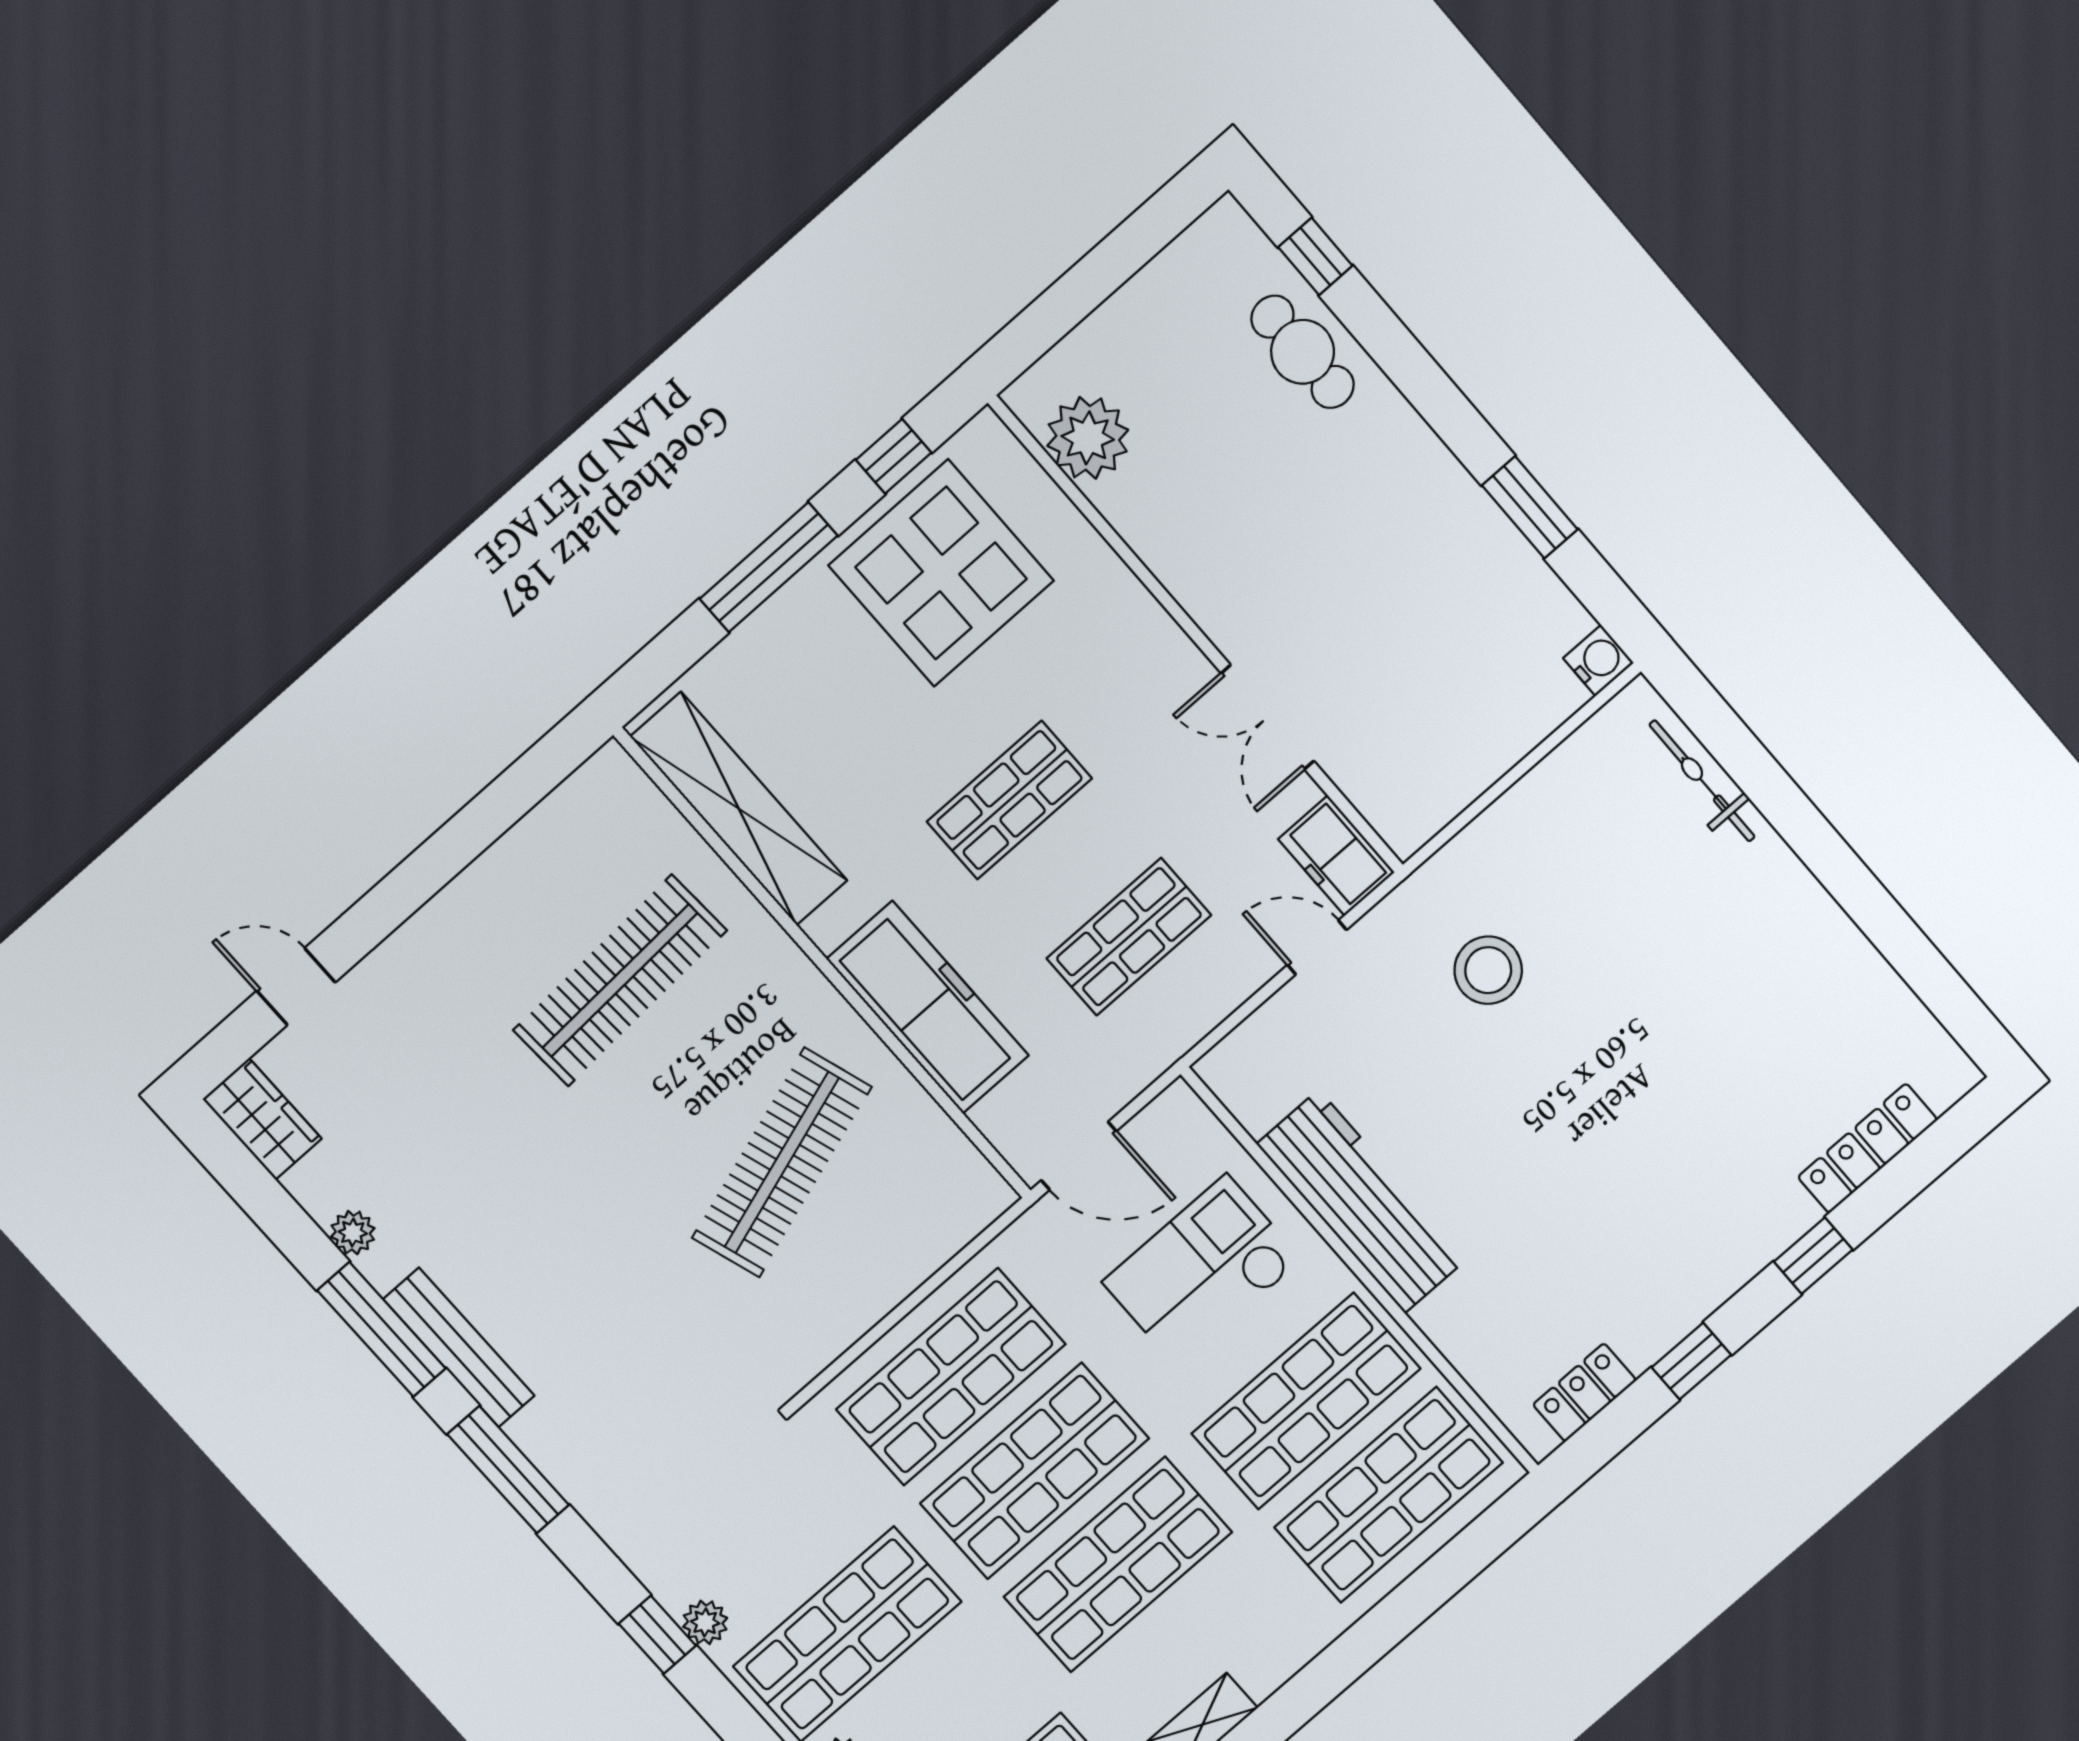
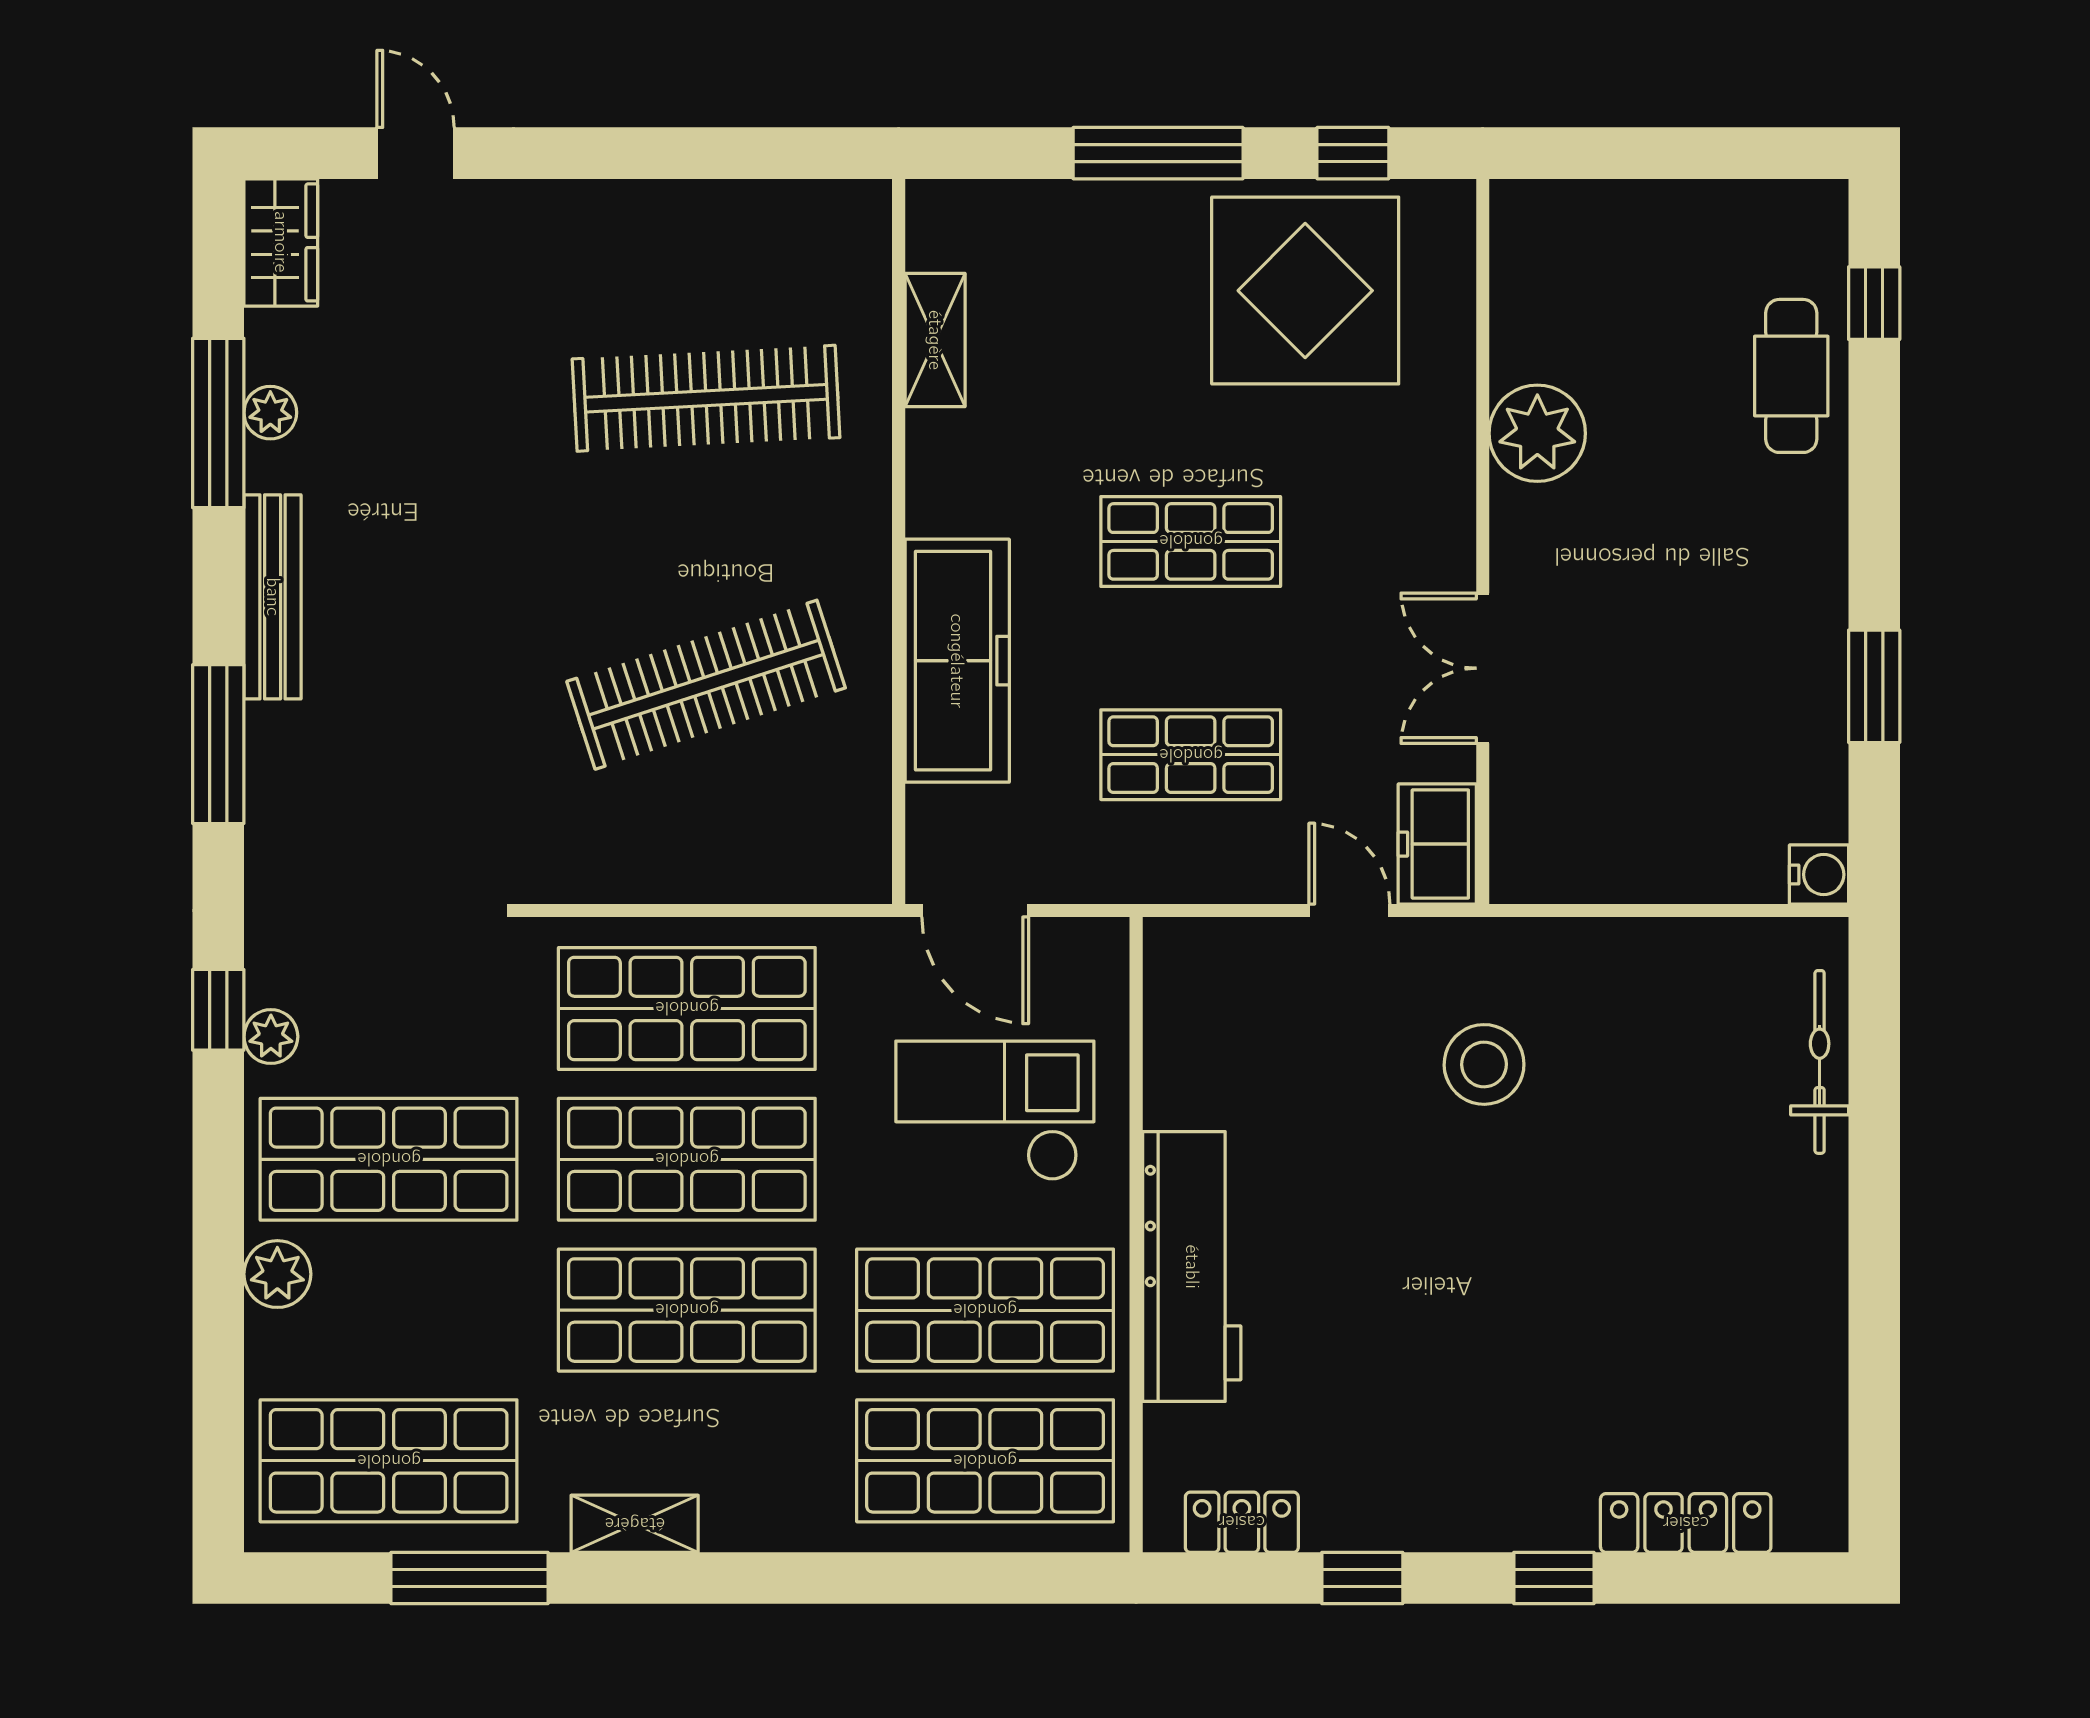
plant: (1088, 438) -> (1537, 433), moved
shelving: (739, 809) -> (935, 340), width x0.45, depth x0.75
workbench: (1362, 1202) -> (1192, 1267), moved
window: (381, 1329) -> (218, 423), moved

